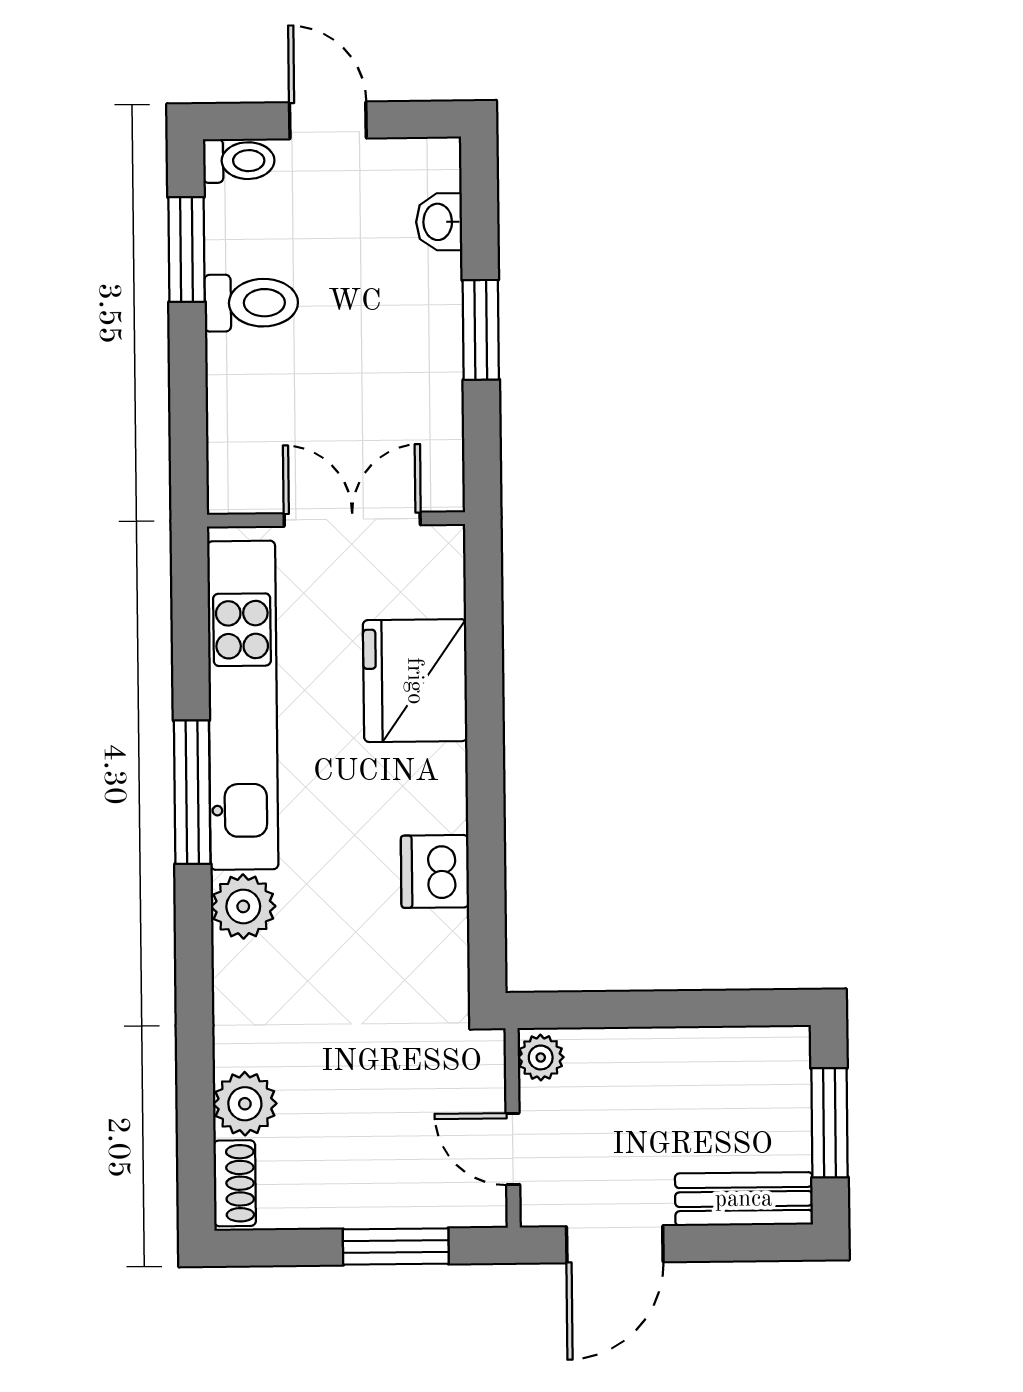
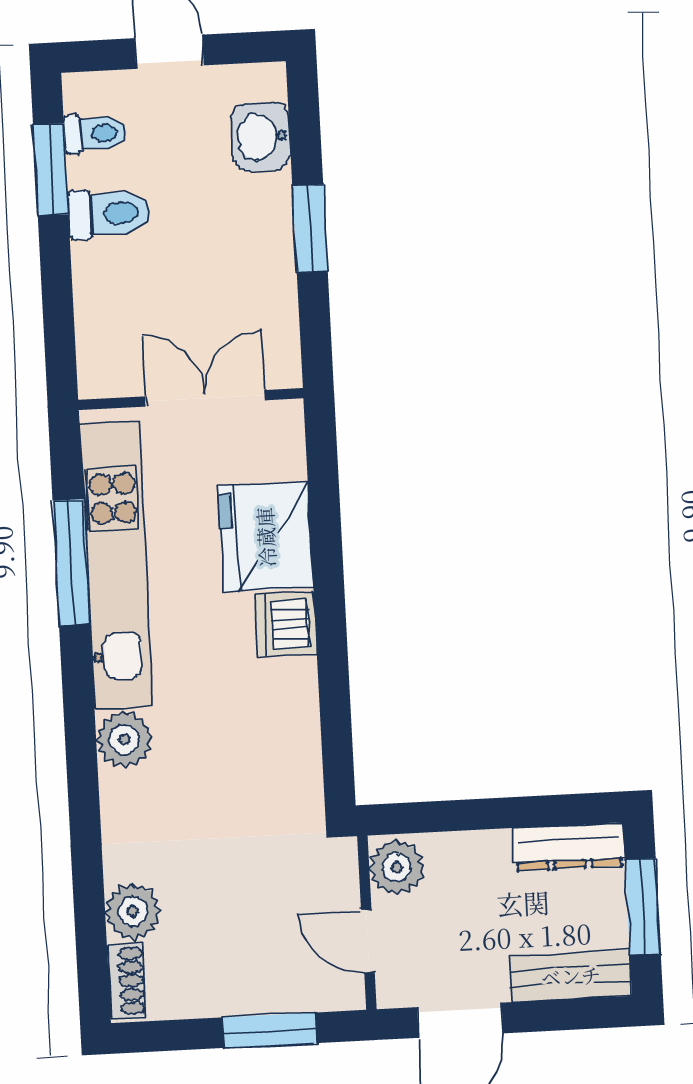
toilet: (239, 161) -> (95, 133), moved
washbasin: (439, 222) -> (261, 137), width x1.38, depth x1.45
window: (192, 792) -> (71, 562), moved
dishwasher: (435, 871) -> (286, 624), moved
dresser: (748, 1050) -> (569, 847), added
plant: (541, 1057) -> (397, 867), width x1.38, depth x1.38

